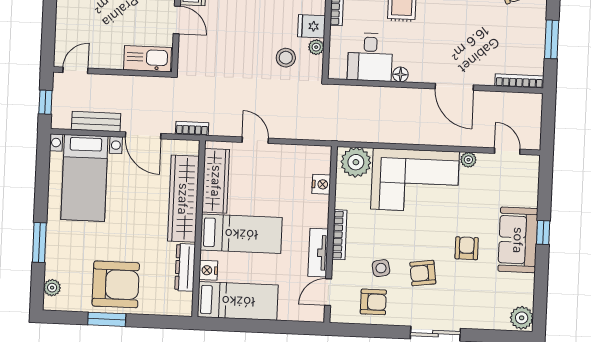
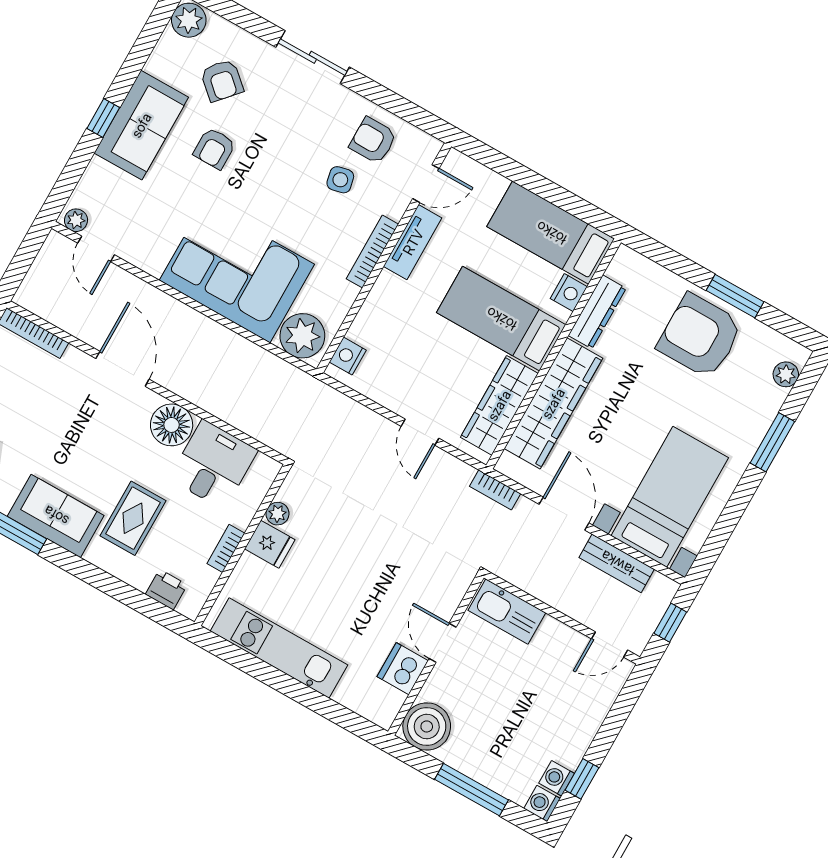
stool: (286, 58) -> (324, 520), removed
floor lamp: (400, 74) -> (172, 425), width x1.89, depth x1.89
plant: (468, 160) -> (76, 220), moved
nightstand: (321, 184) -> (348, 356), moved
armchair: (423, 273) -> (222, 80), moved, turned 50

